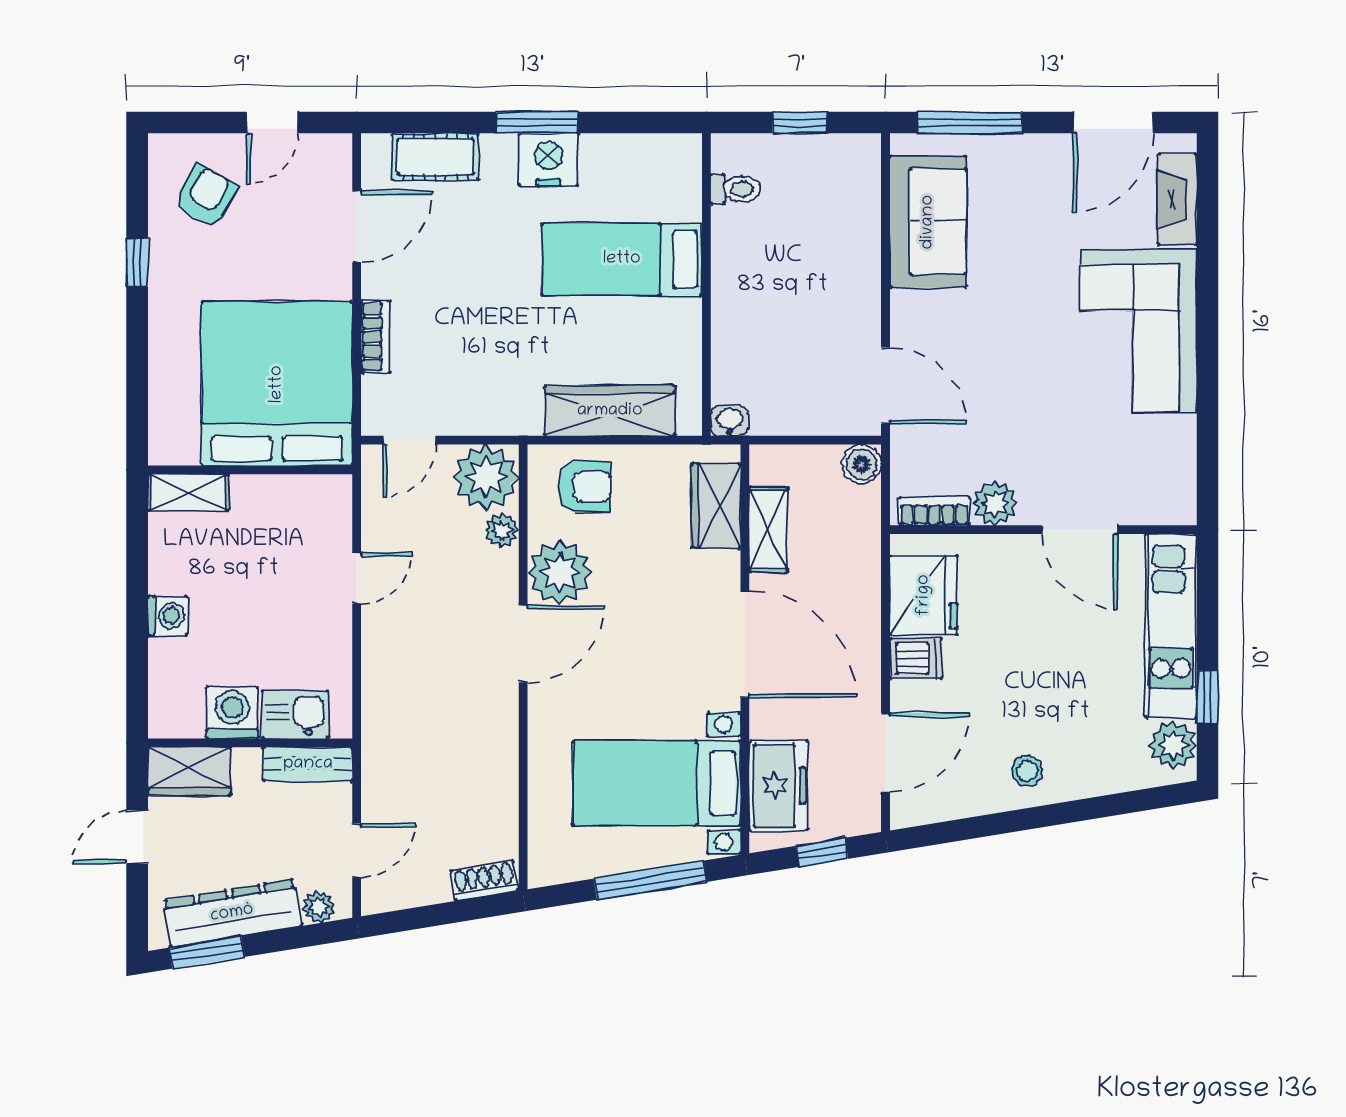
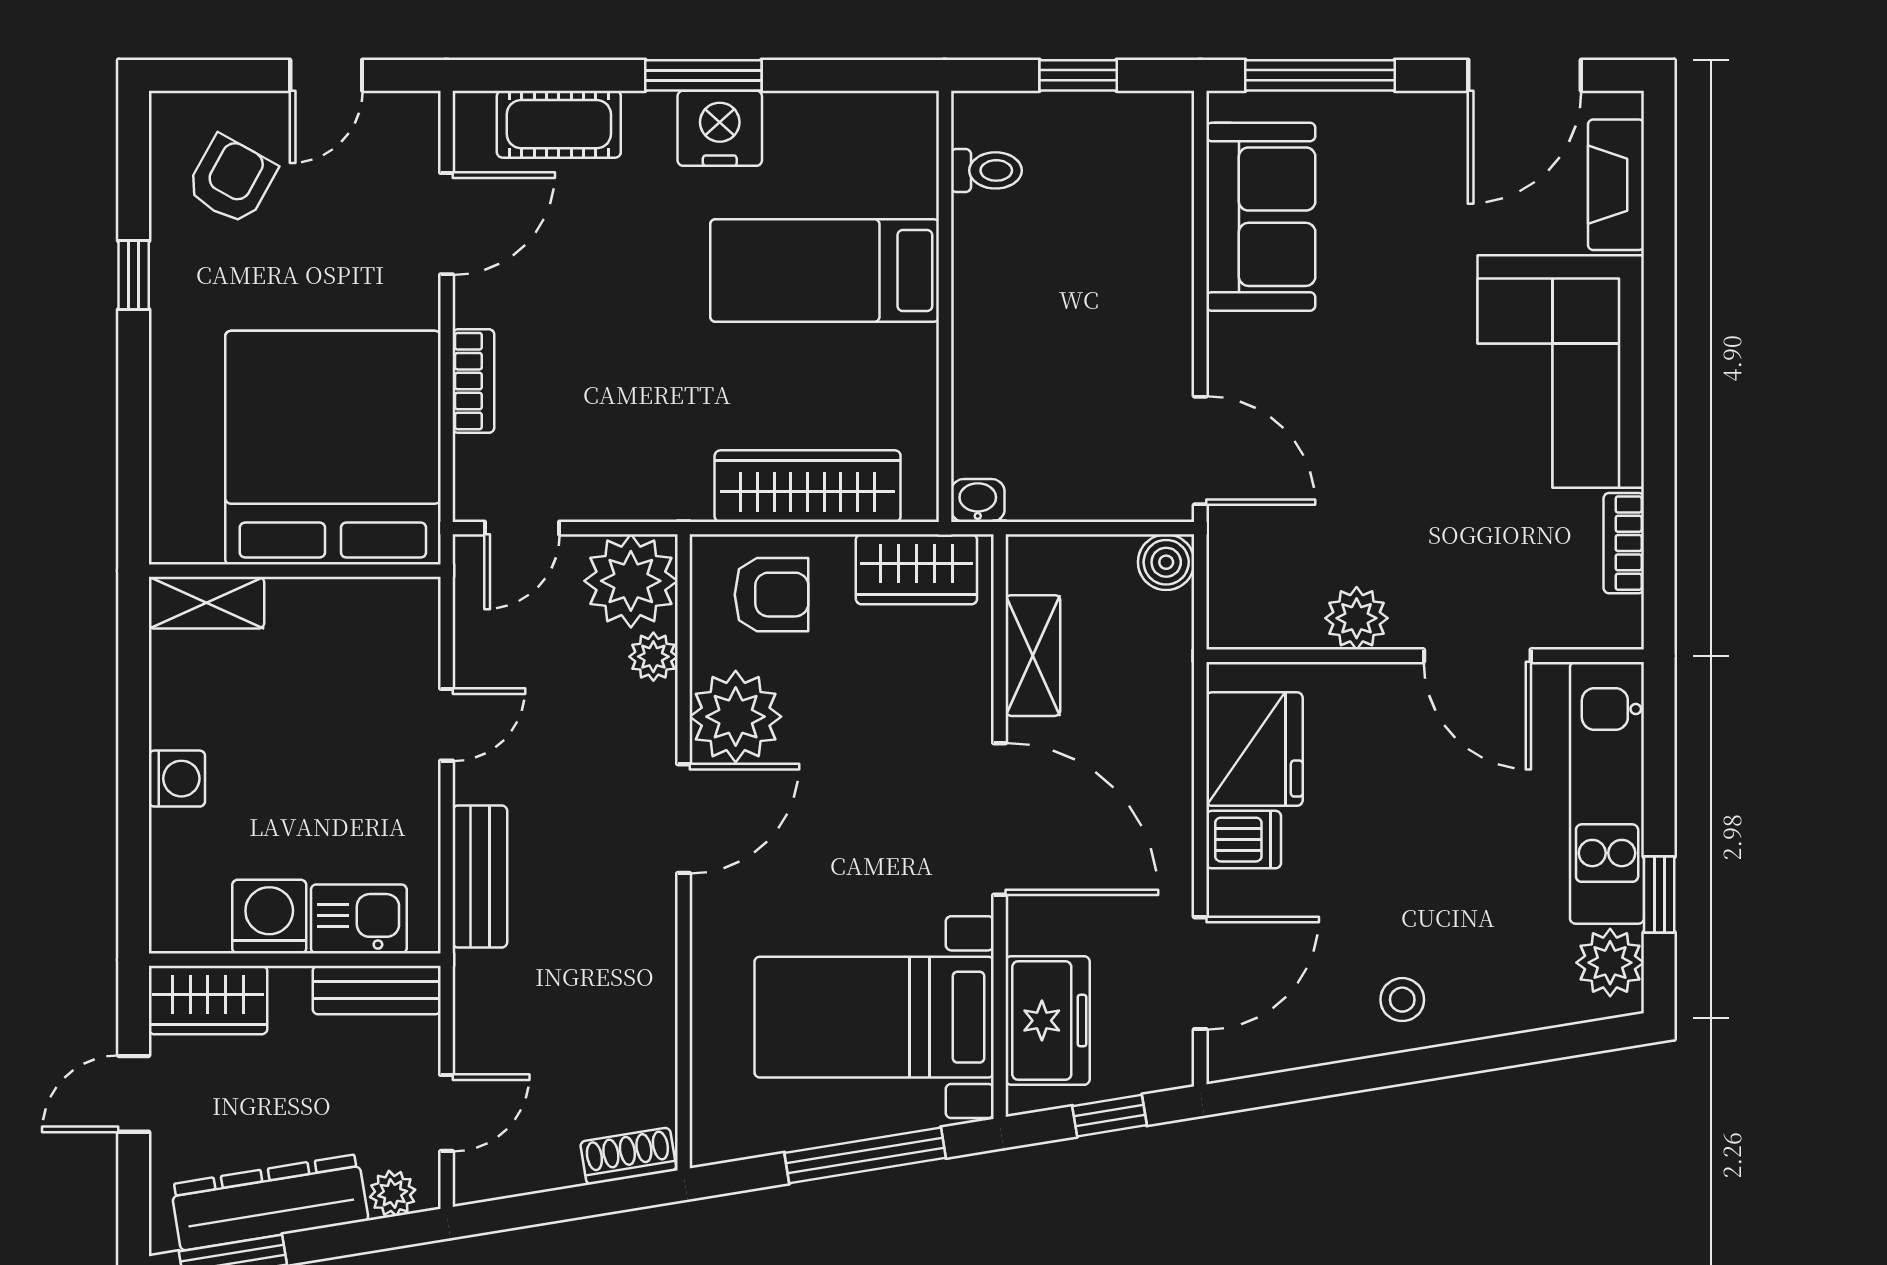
wardrobe: (716, 506) -> (916, 569), moved, turned -90
bookcase: (934, 511) -> (1624, 543), moved, turned -90
bench: (380, 685) -> (480, 877), added

